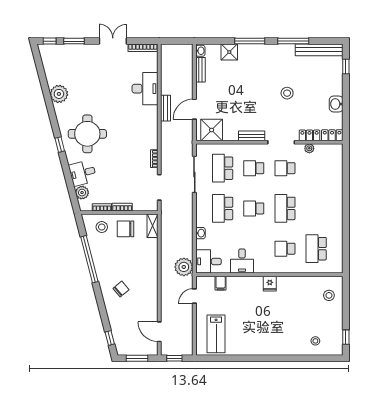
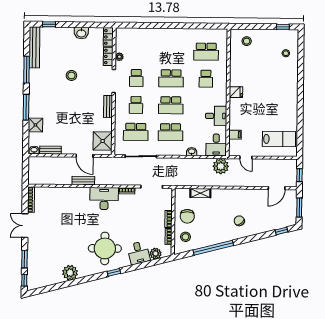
desk: (145, 89) -> (104, 199), moved
school desk: (254, 208) -> (171, 105), width x1.85
shelving: (152, 226) -> (200, 193), moved

